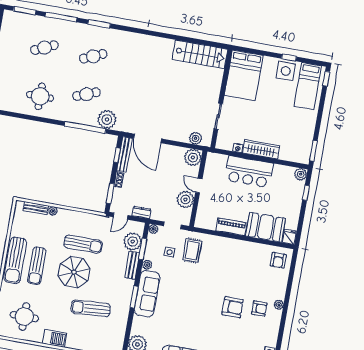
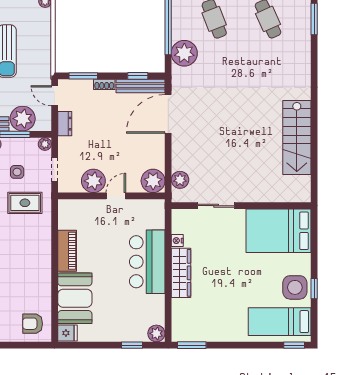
stairs: (200, 54) -> (297, 137), moved

